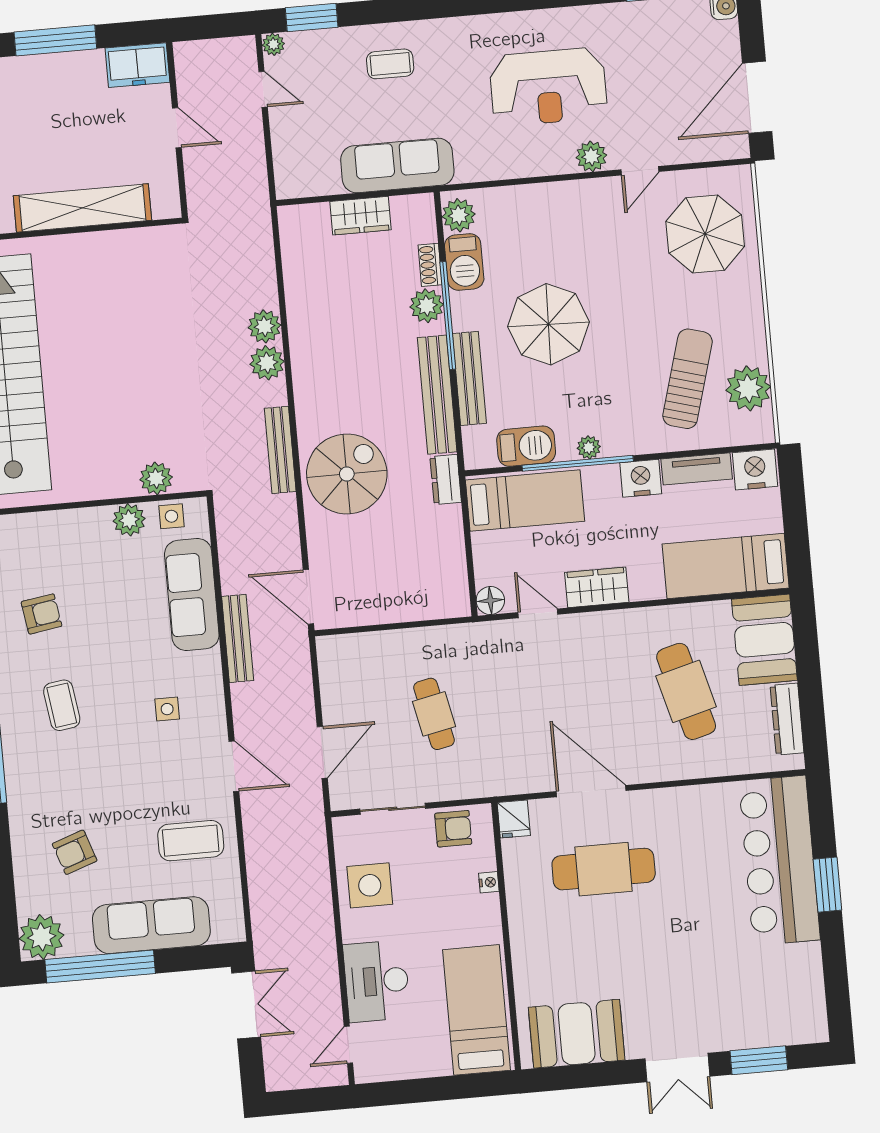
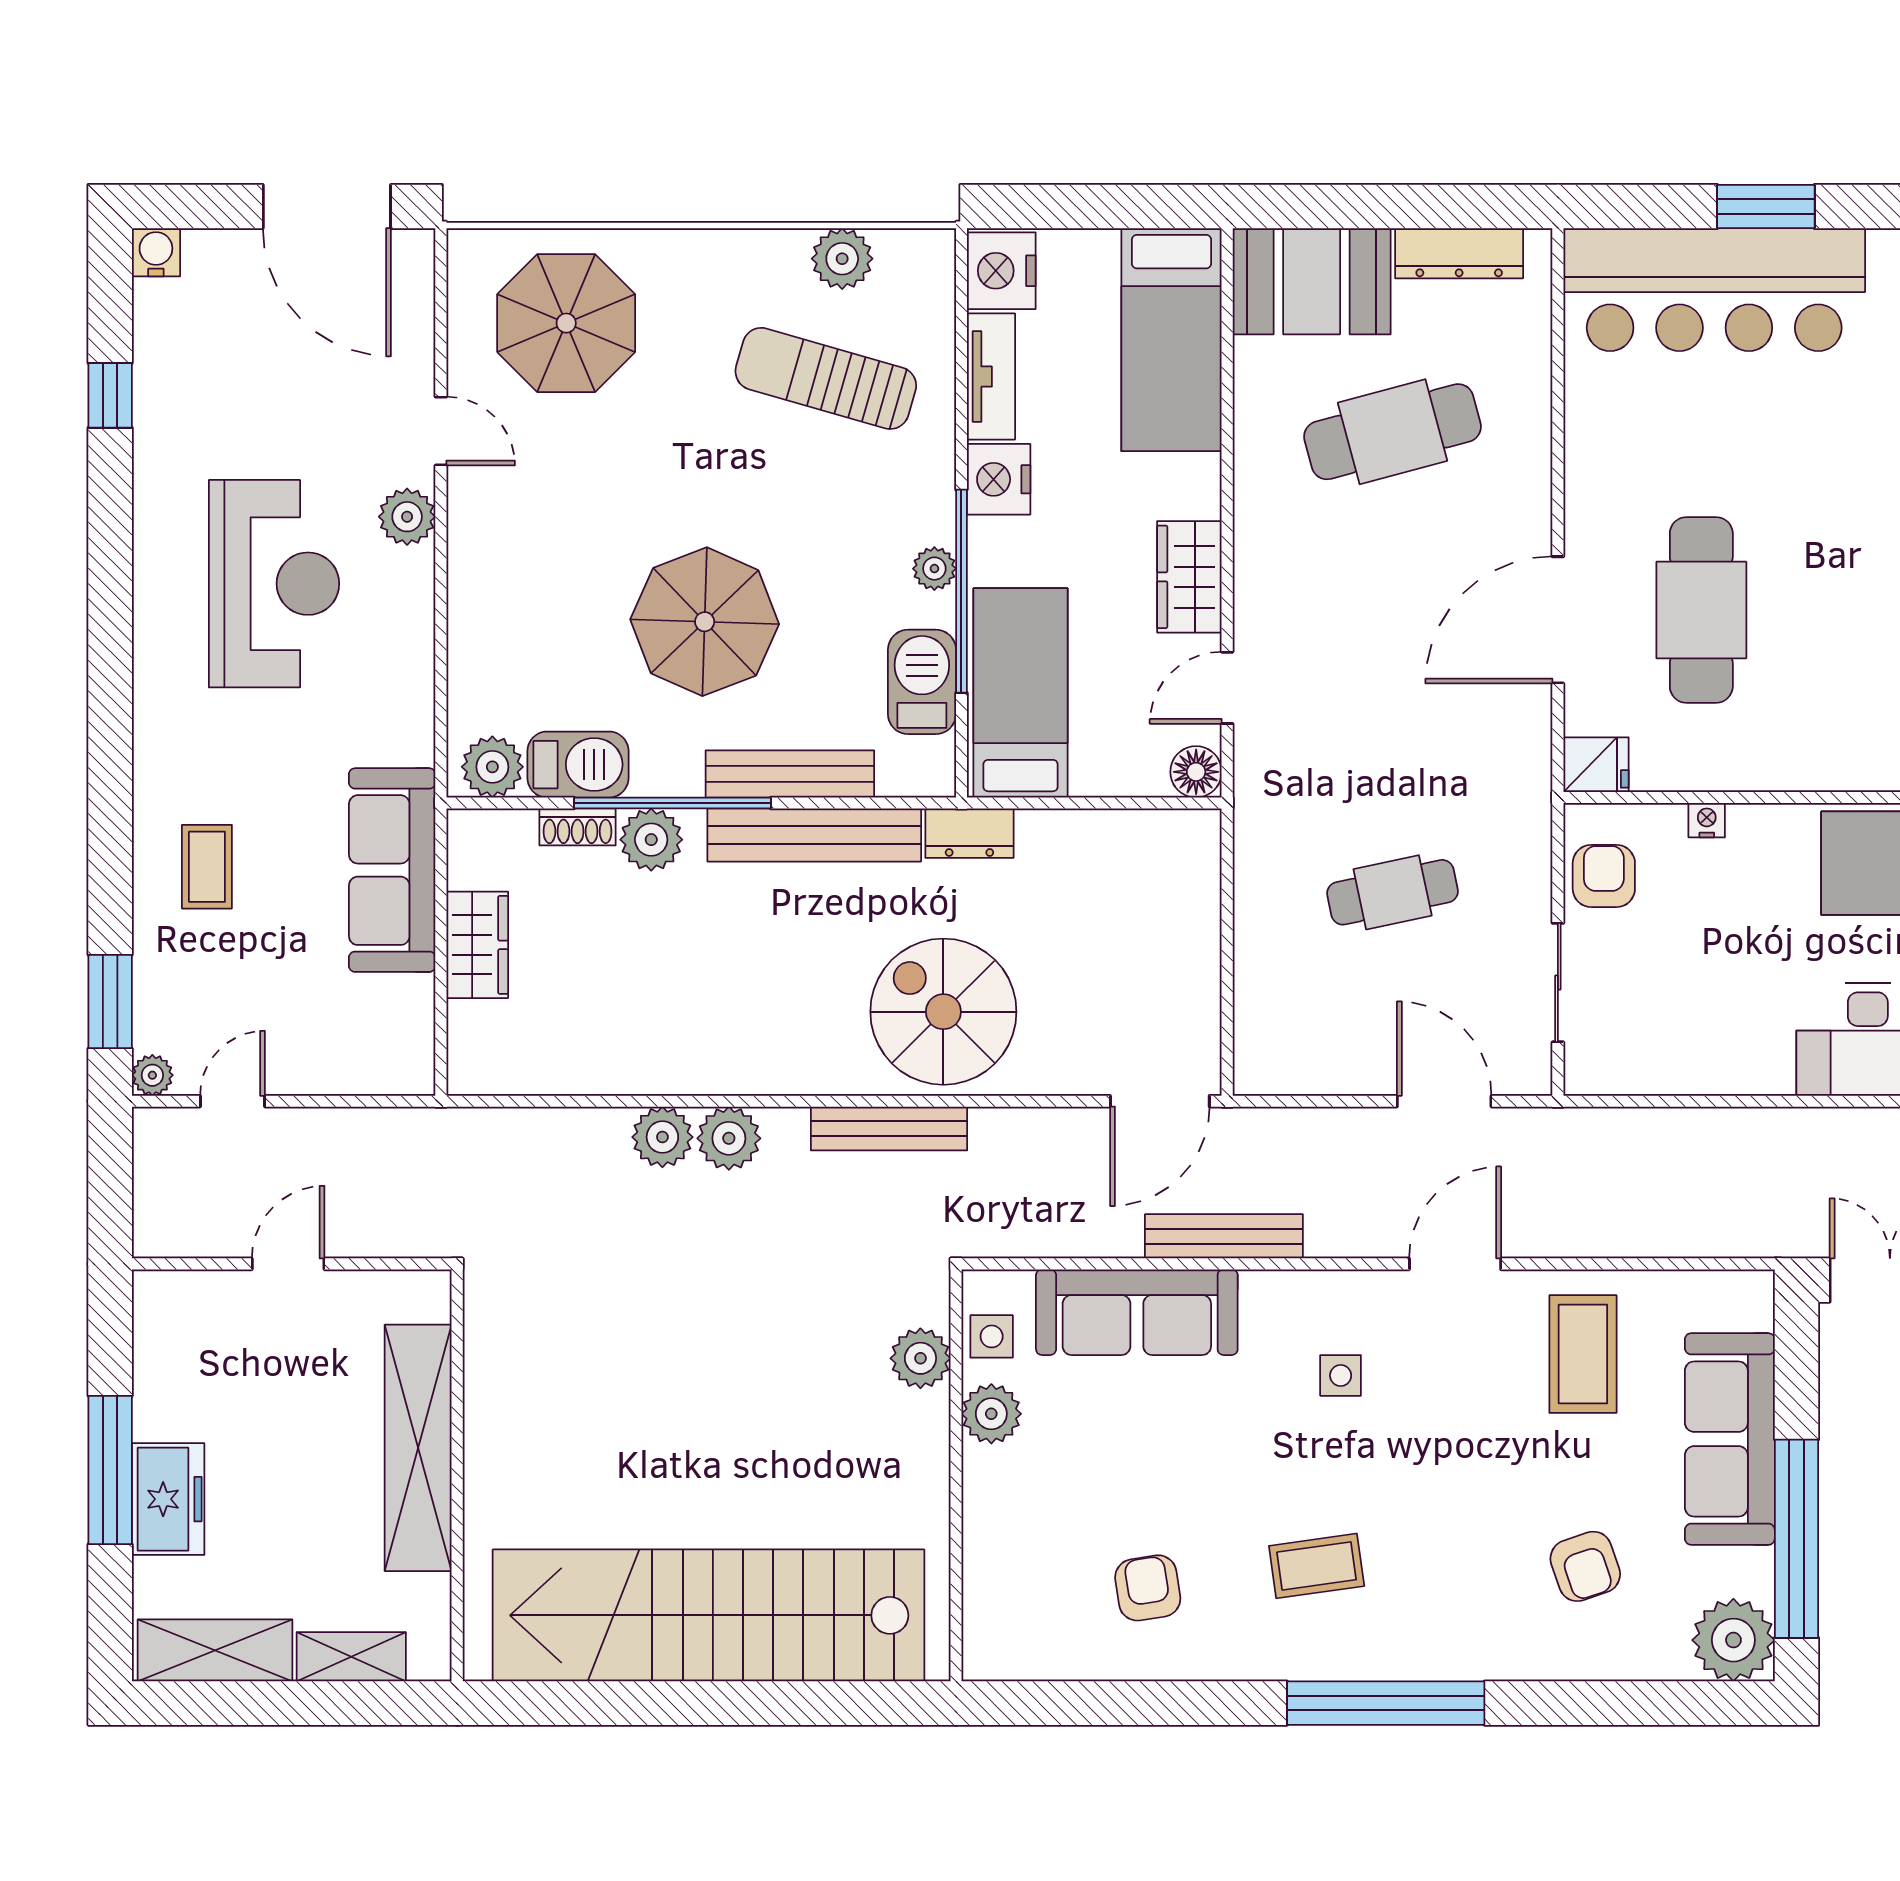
freezer: (137, 65) -> (168, 1499), moved
plant: (748, 388) -> (842, 259), width x0.73, depth x0.73
side table: (370, 885) -> (1693, 1037), removed

